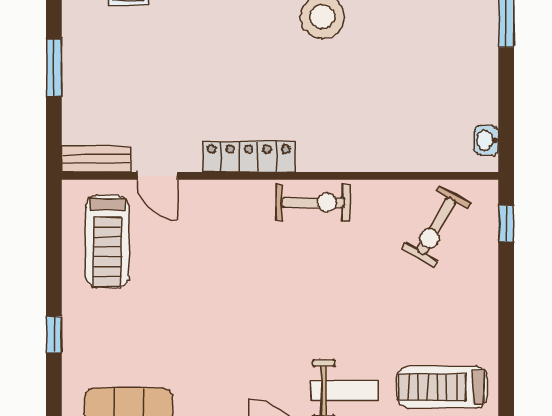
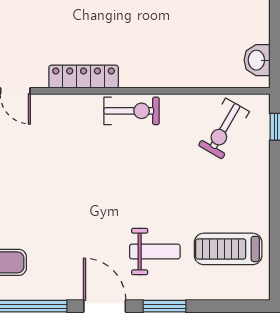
washbasin: (486, 140) -> (257, 60), width x1.38, depth x1.45

